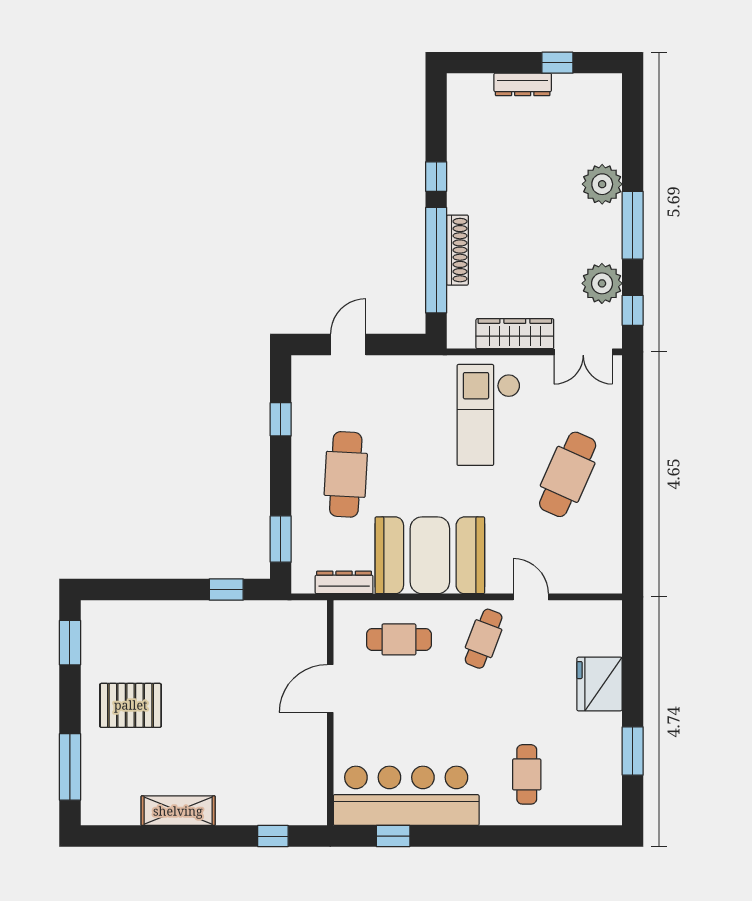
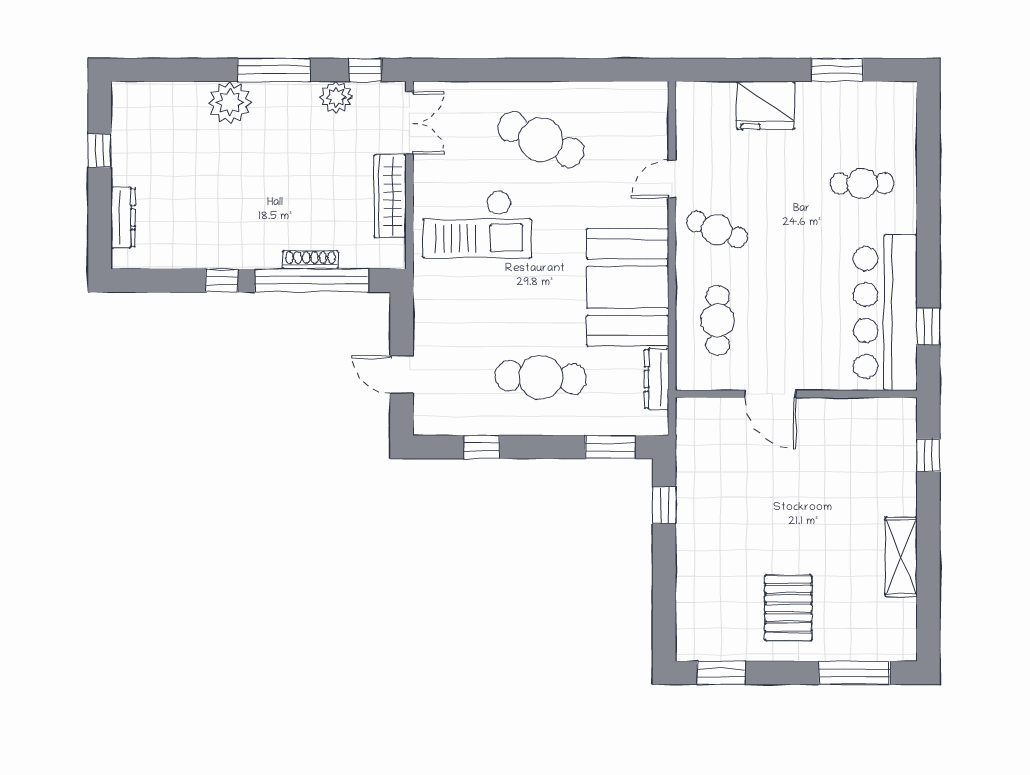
dresser: (523, 84) -> (123, 218), moved
shoe rack: (457, 250) -> (310, 260), width x0.74, depth x0.81
plant: (602, 283) -> (336, 97), width x0.73, depth x0.73

